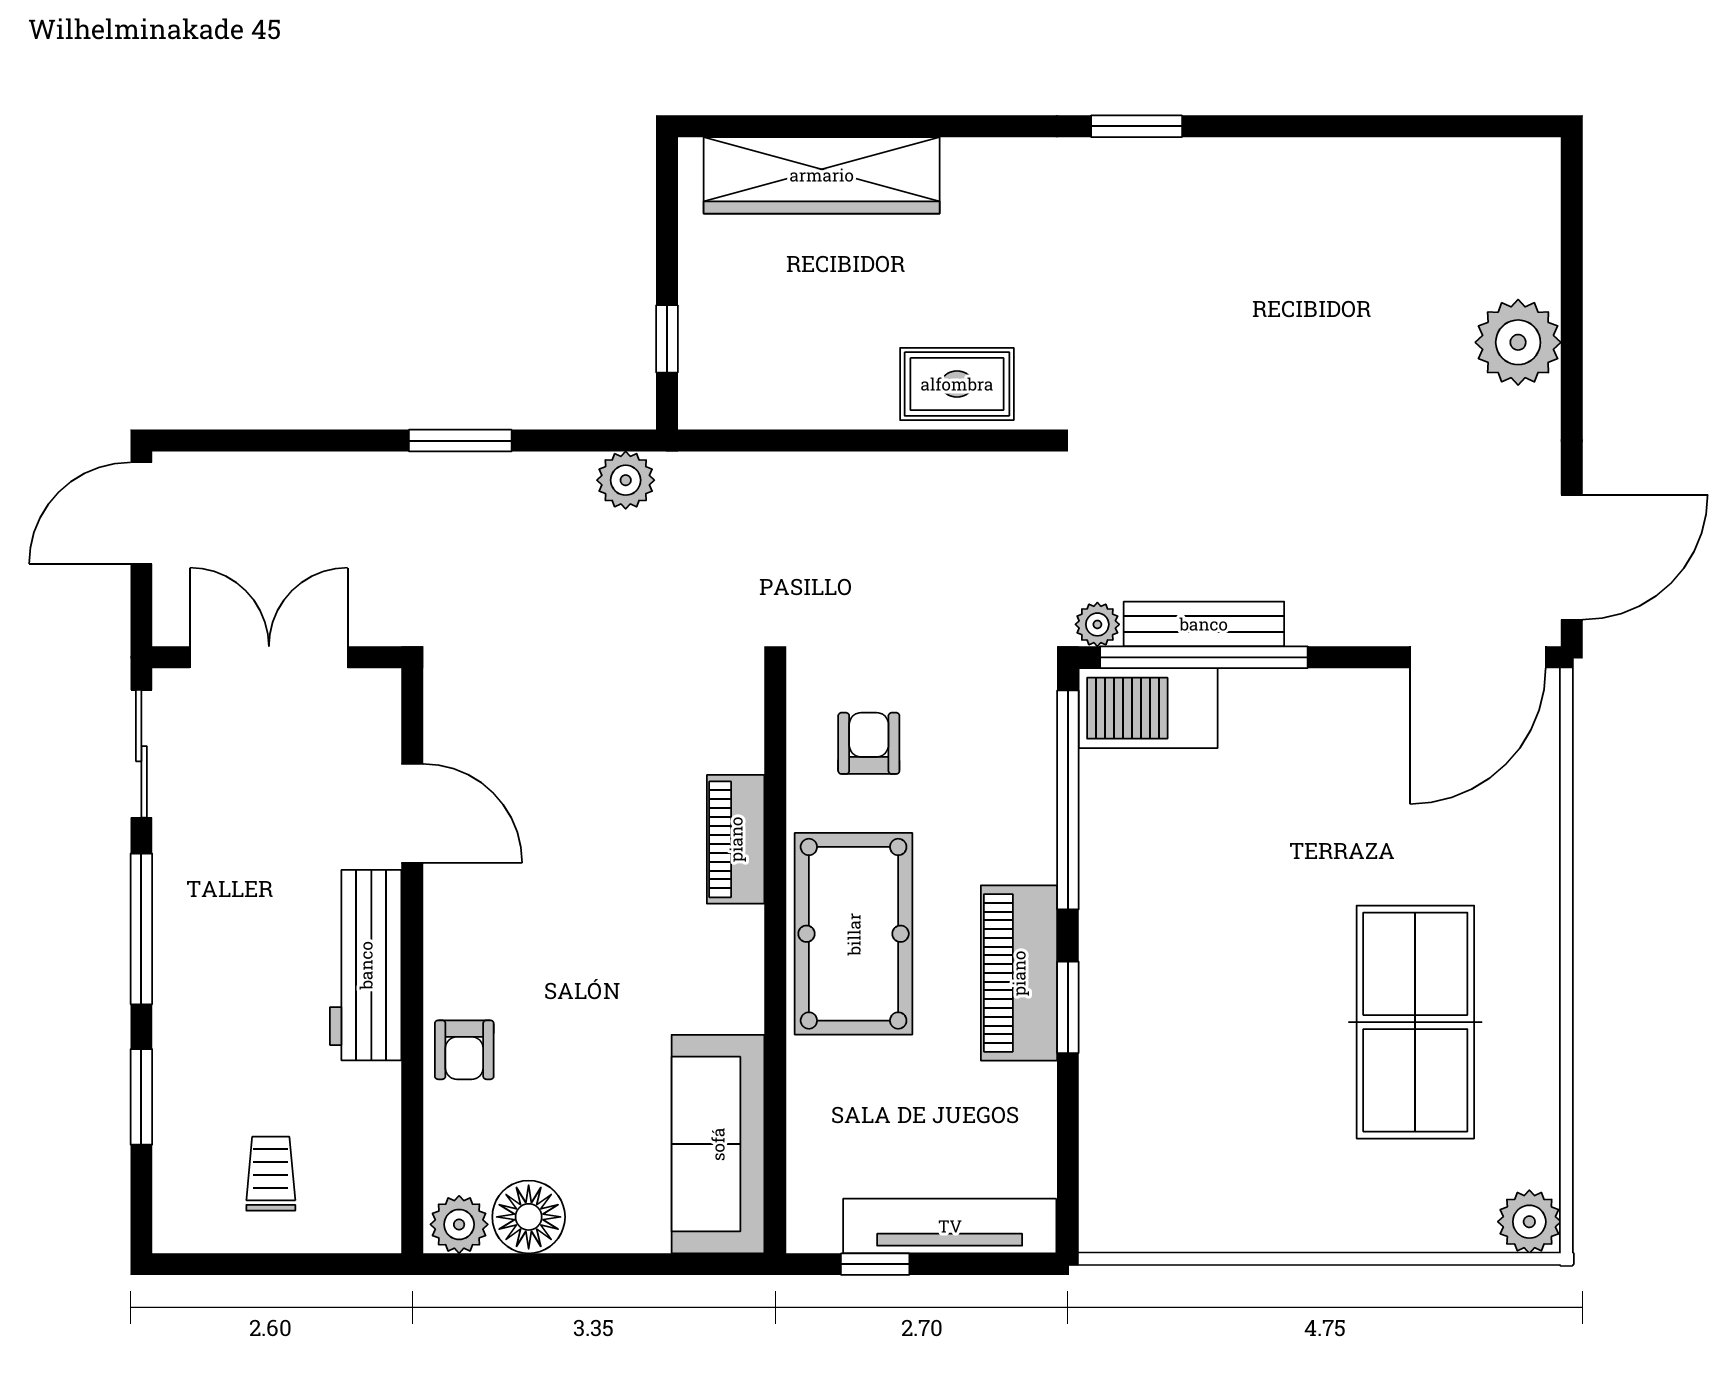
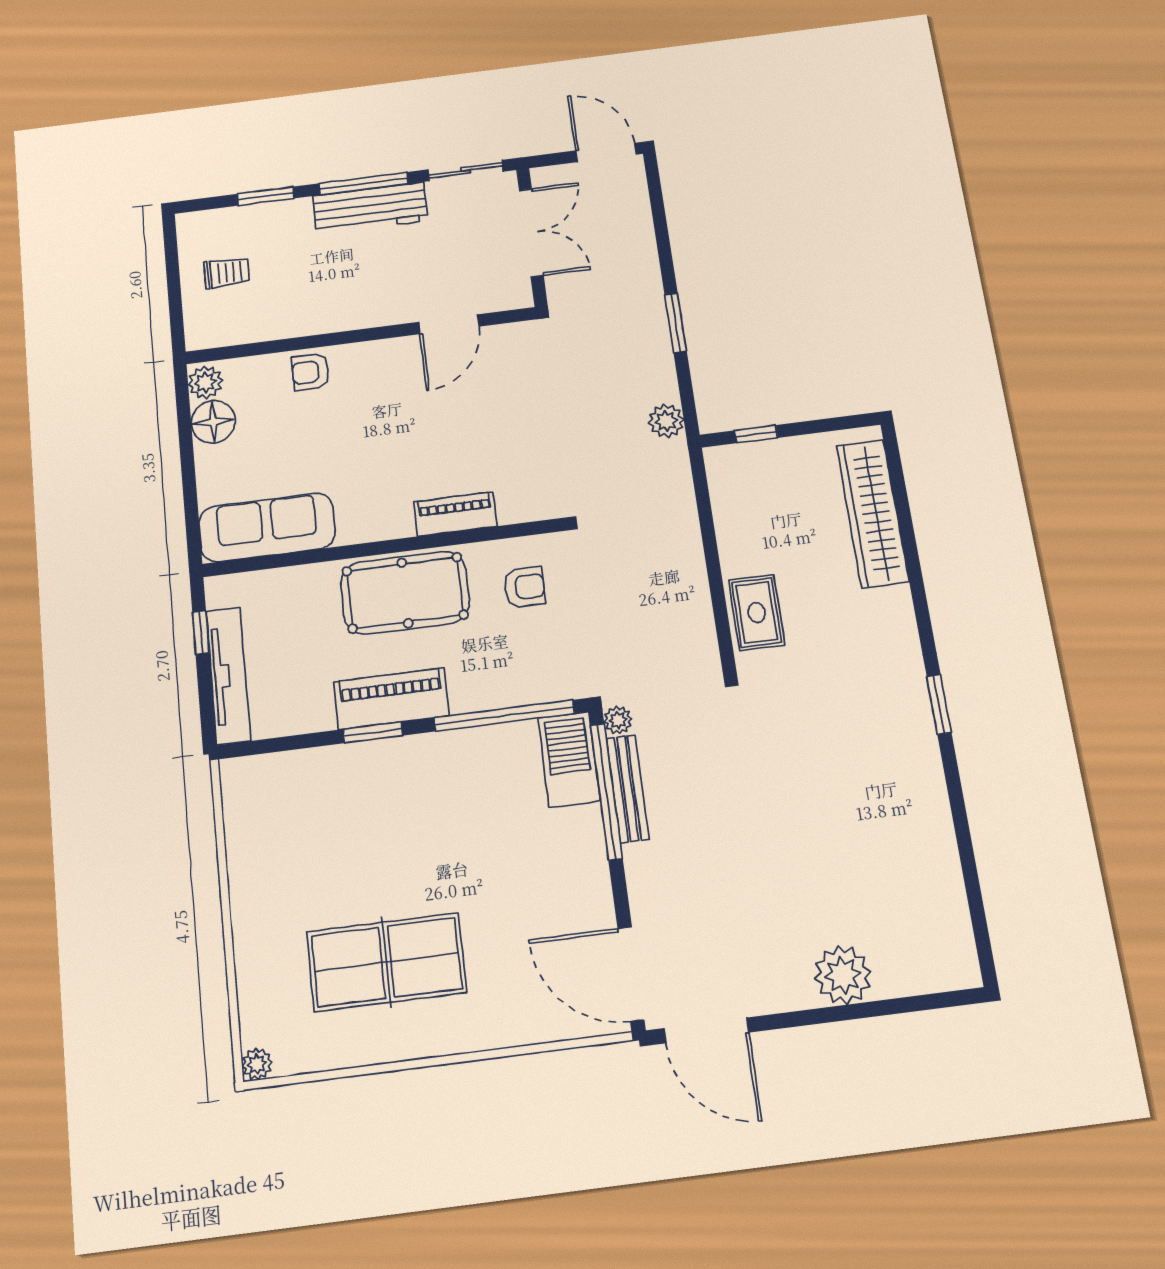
workbench: (366, 965) -> (370, 208), moved, turned 180
plant: (1529, 1222) -> (257, 1064), width x0.73, depth x0.73

